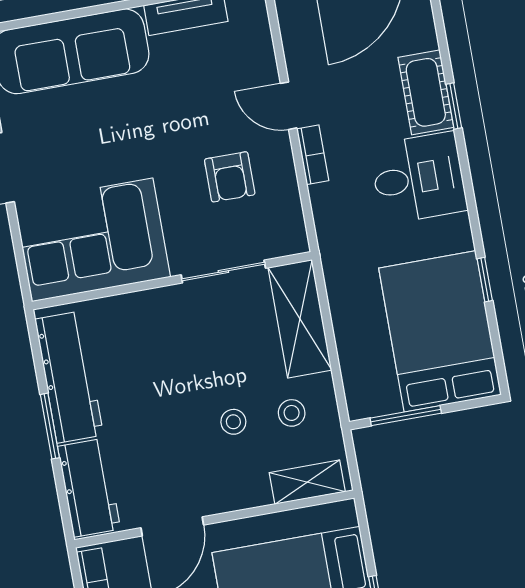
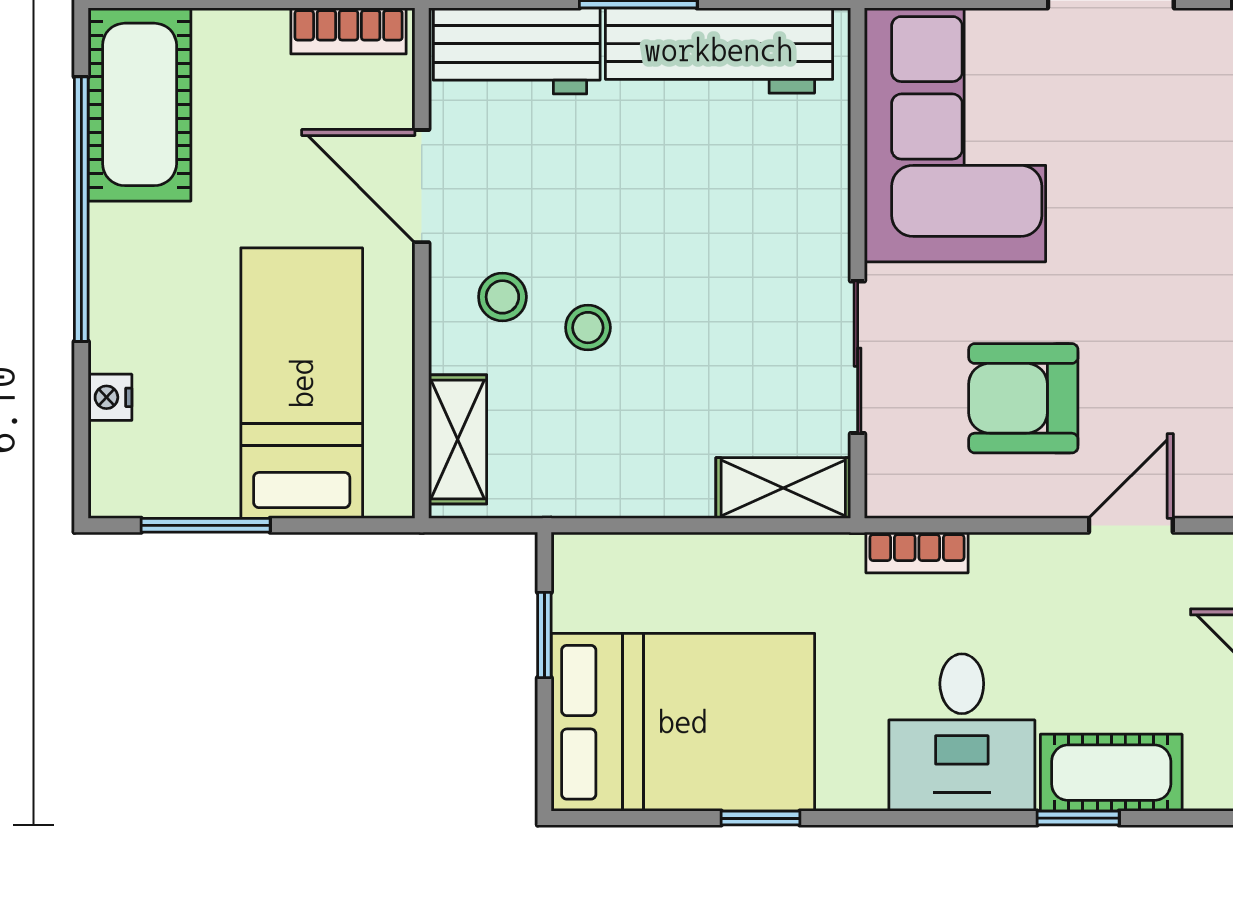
bookcase: (313, 155) -> (917, 552), moved
armchair: (230, 177) -> (1023, 398), width x1.38, depth x1.38
shelving: (300, 319) -> (783, 488), width x0.67, depth x0.75
stool: (292, 413) -> (502, 297), moved
window: (406, 416) -> (544, 635), width x0.67

